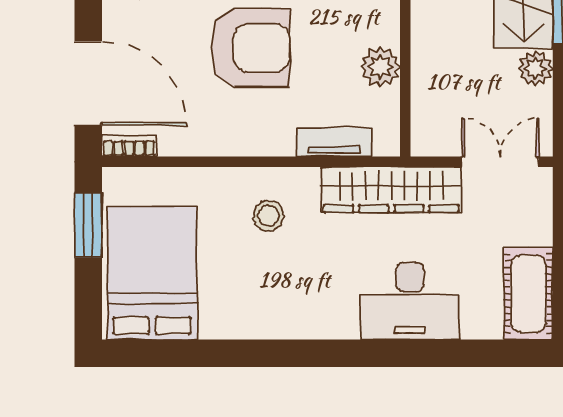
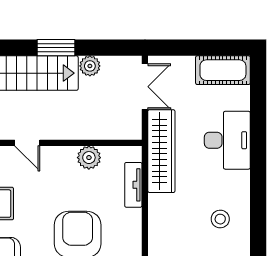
double door: (501, 162) -> (145, 87), swing flipped
stool: (269, 216) -> (220, 219), moved

